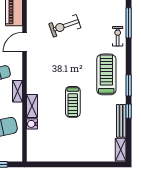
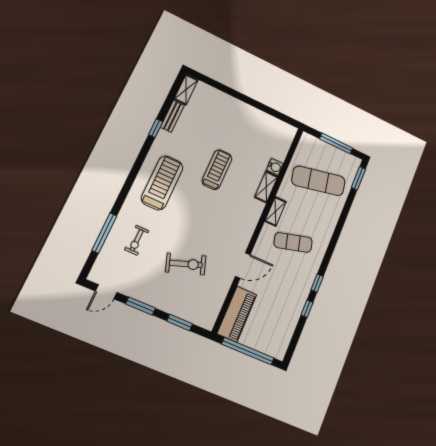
exercise bike: (118, 36) -> (137, 240), moved
treadmill: (106, 74) -> (162, 183), turned 180
window: (129, 85) -> (141, 158), removed
bench: (121, 121) -> (172, 116), width x0.73

